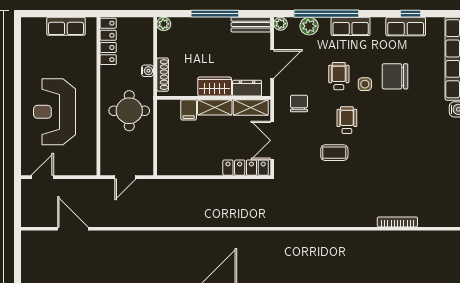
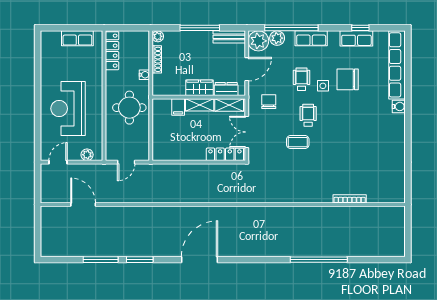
plant: (281, 24) -> (258, 41), width x1.87, depth x1.87
shoe rack: (163, 75) -> (157, 59), moved
plant: (78, 168) -> (87, 155), added

